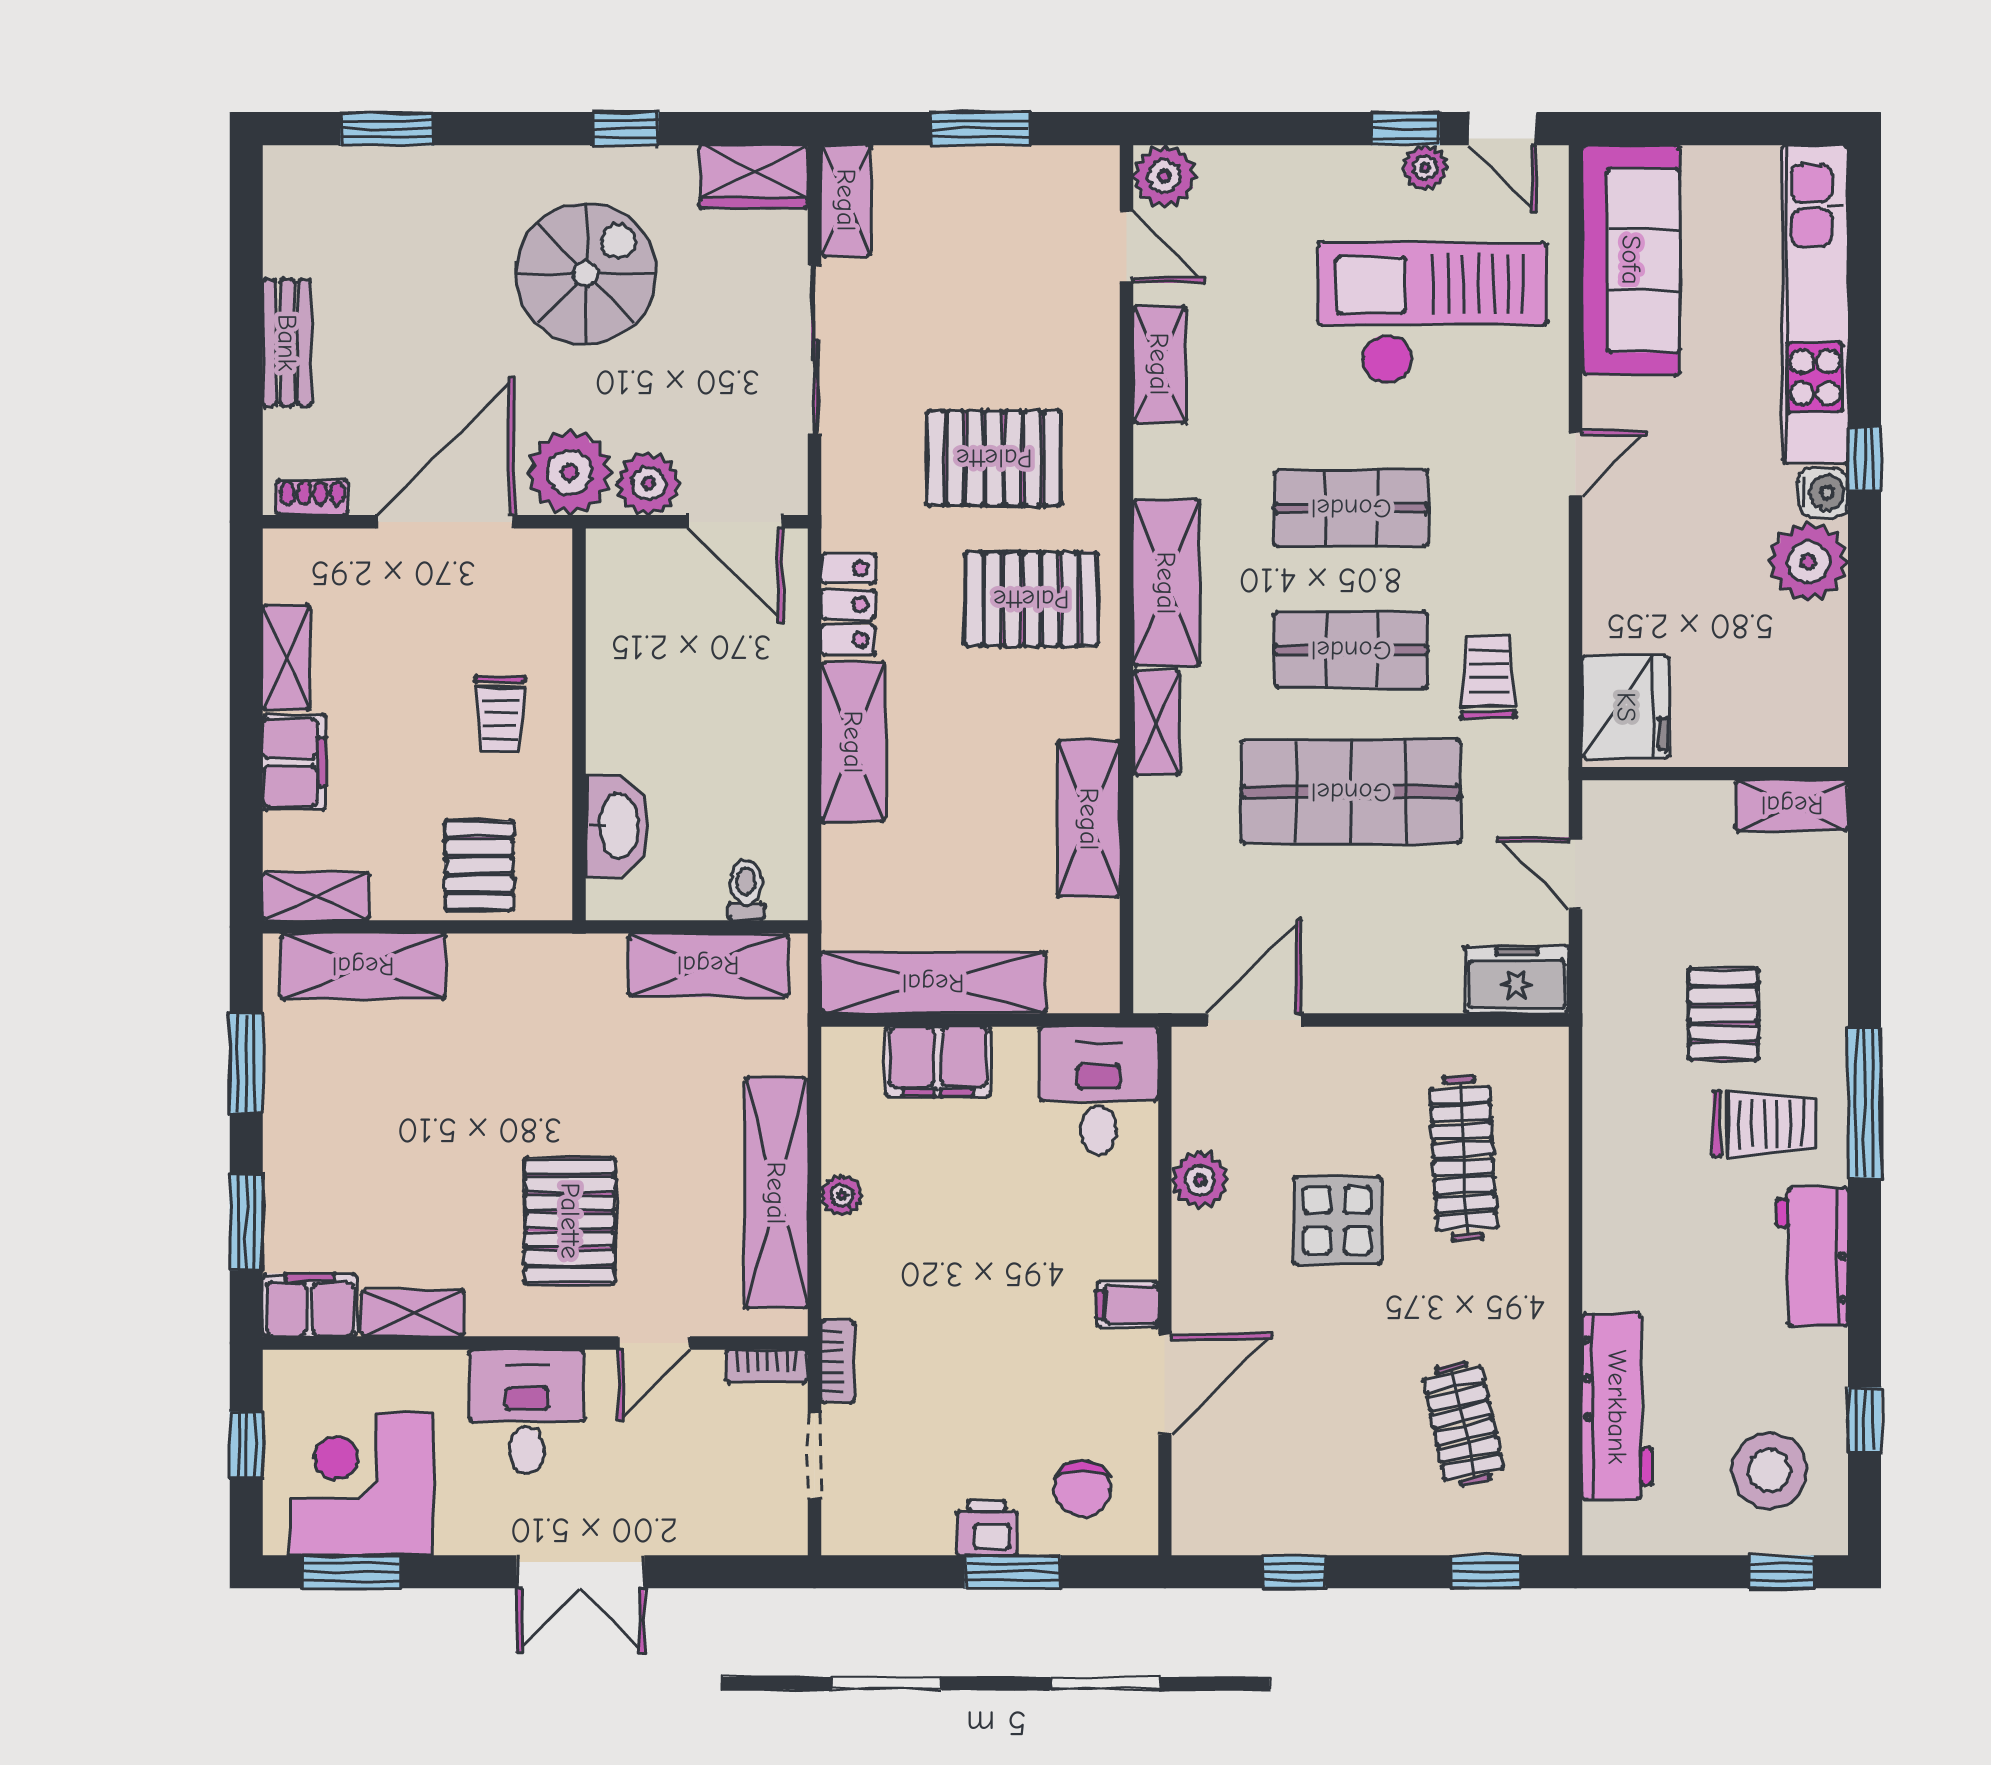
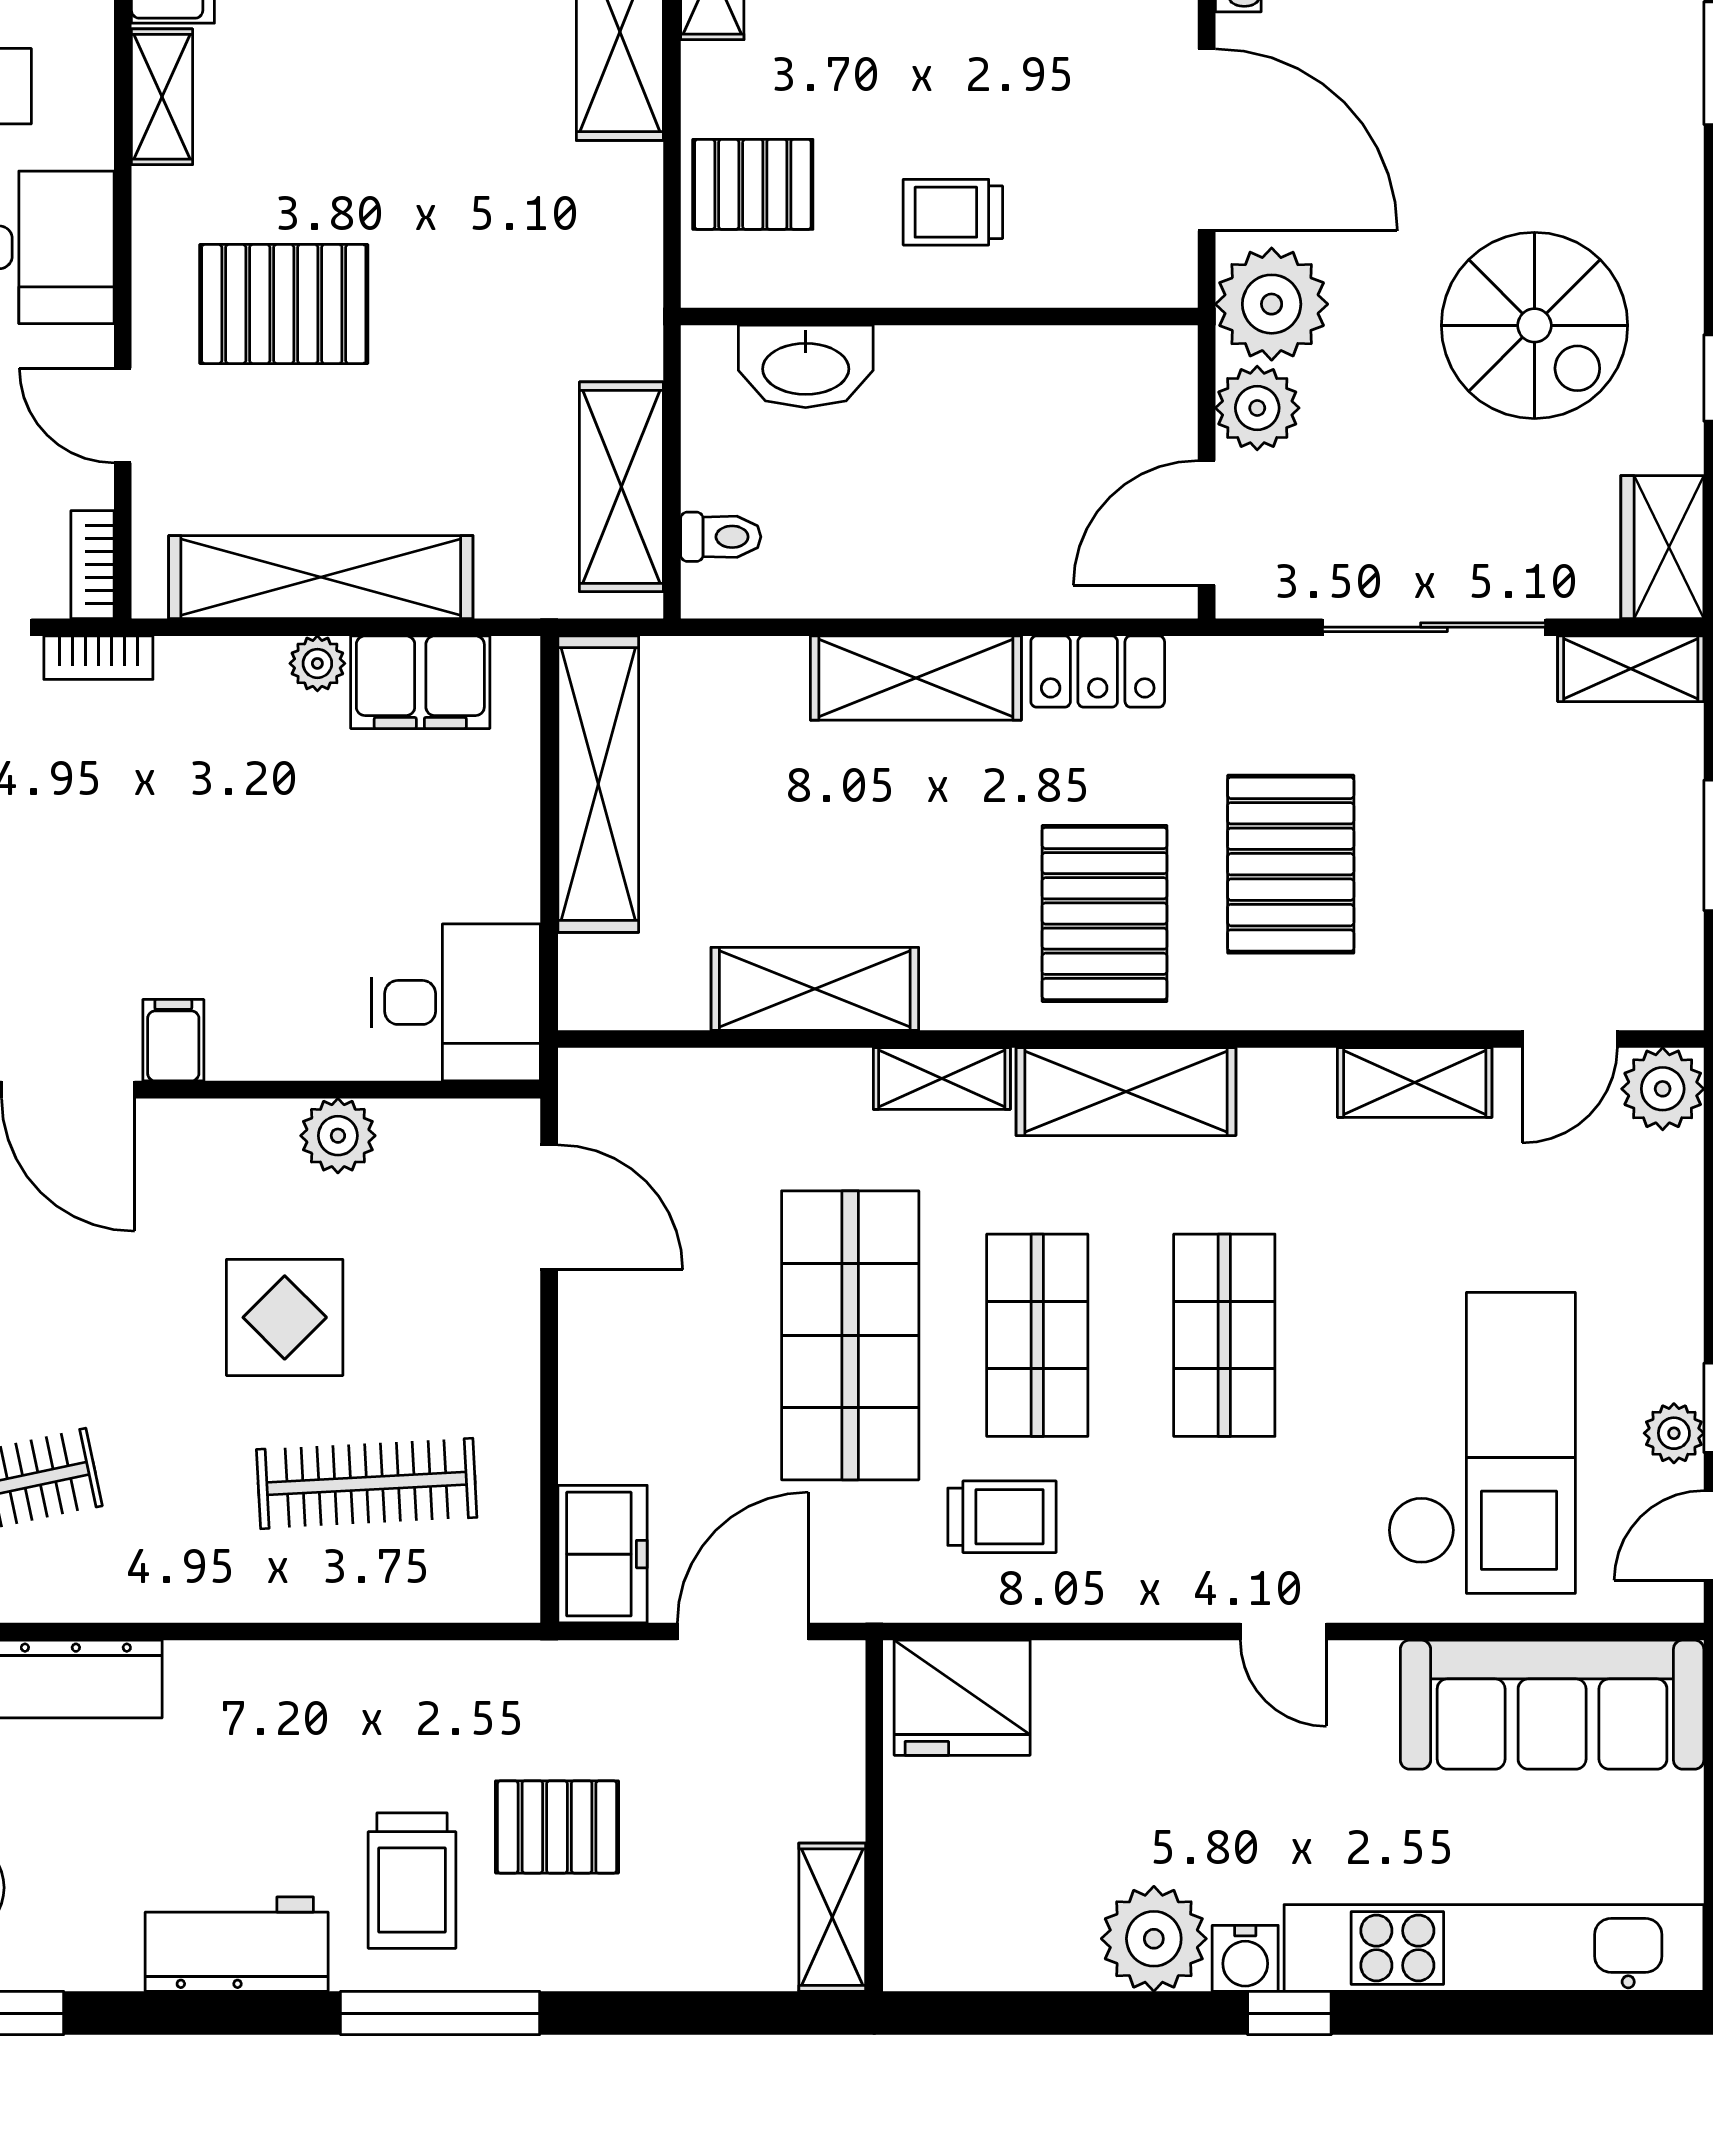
door: (1575, 873) -> (743, 1632), width x1.37
filing cabinet: (938, 1062) -> (420, 682), moved, turned -90

